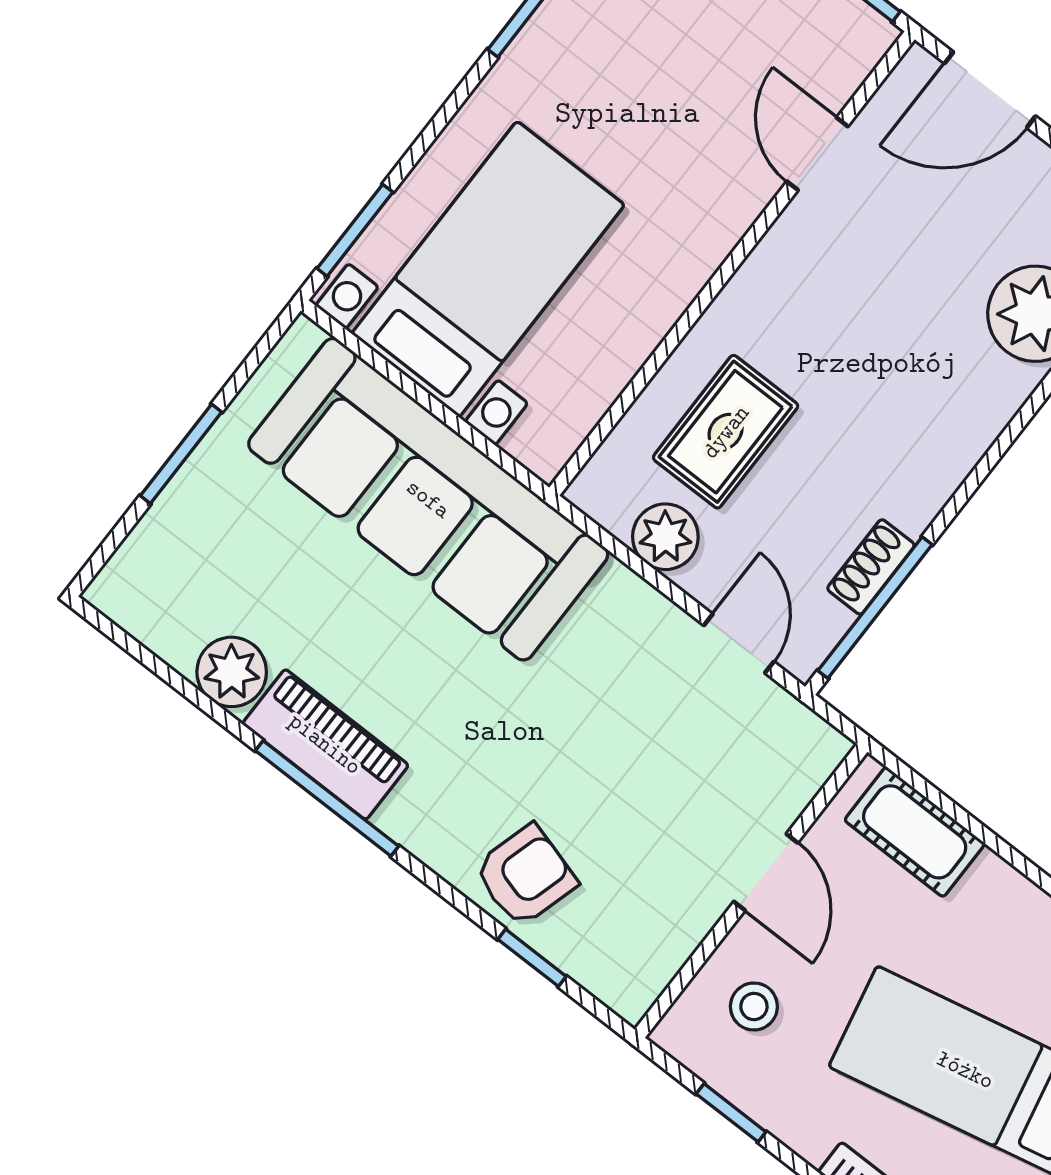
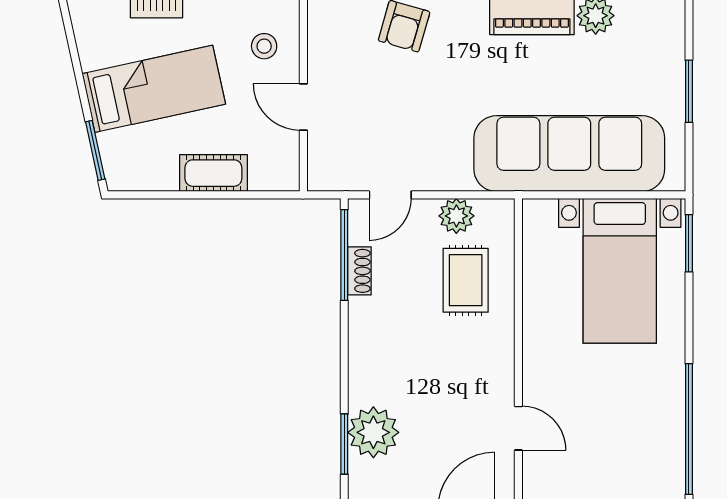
door: (739, 644) -> (390, 195), hinge flipped
cot: (915, 832) -> (213, 173), moved

